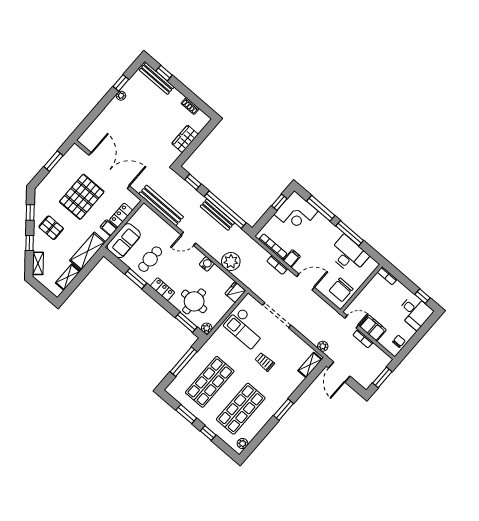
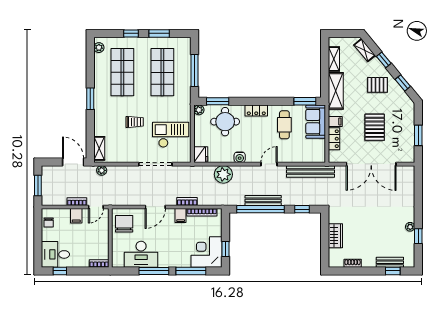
bench: (157, 78) -> (390, 262), width x0.73
pallet: (82, 197) -> (375, 127), width x0.73, depth x0.71
window: (136, 279) -> (305, 101), moved
filing cabinet: (373, 328) -> (76, 216), width x0.50

